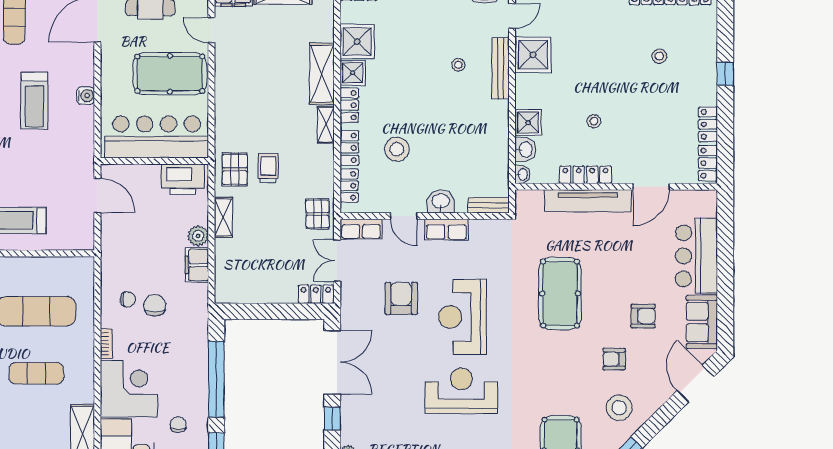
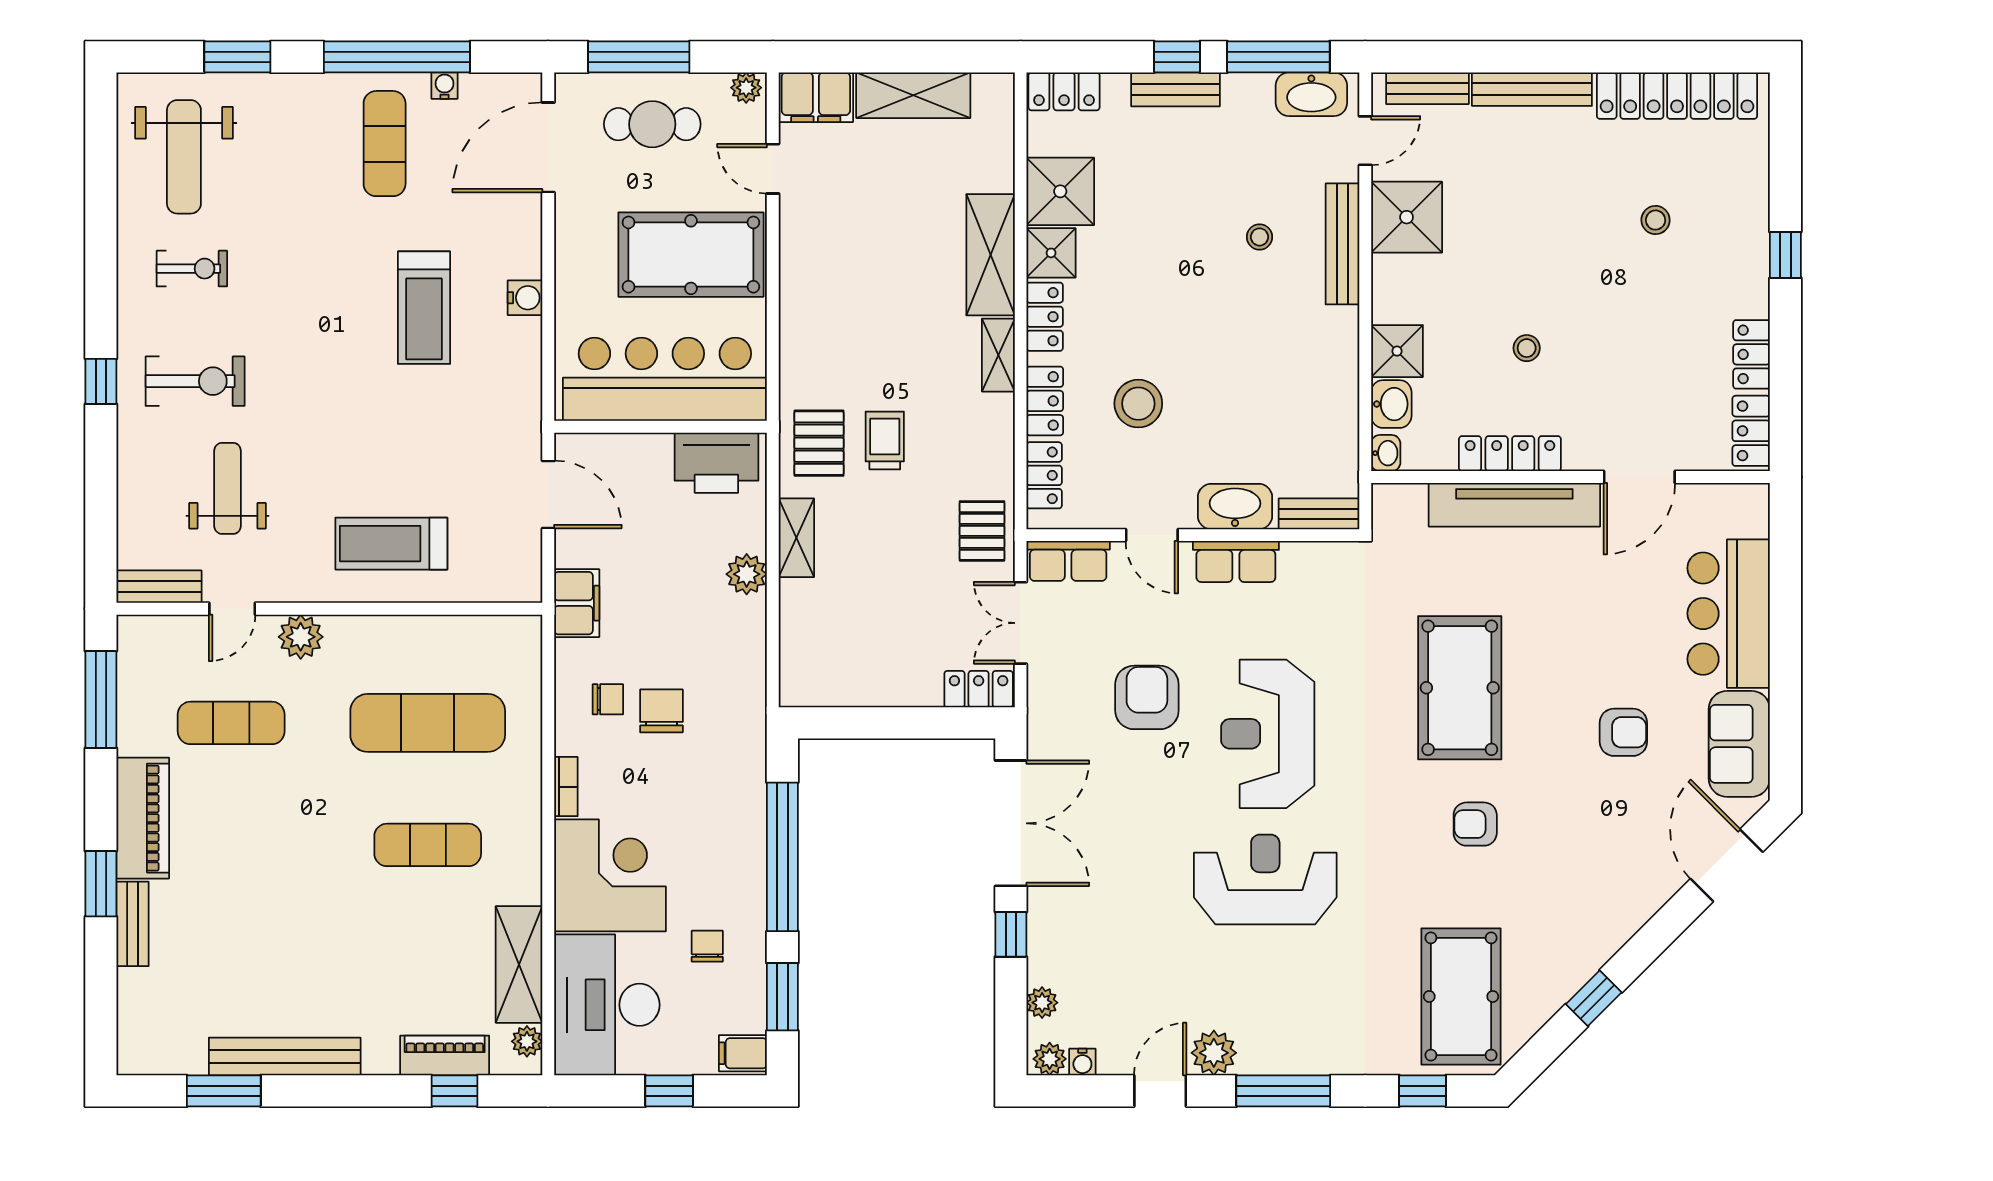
washbasin: (441, 202) -> (1235, 507), width x1.38
filing cabinet: (197, 265) -> (577, 603), moved, turned 180
armchair: (614, 359) -> (1475, 824), moved
stool: (619, 408) -> (1576, 913), removed

